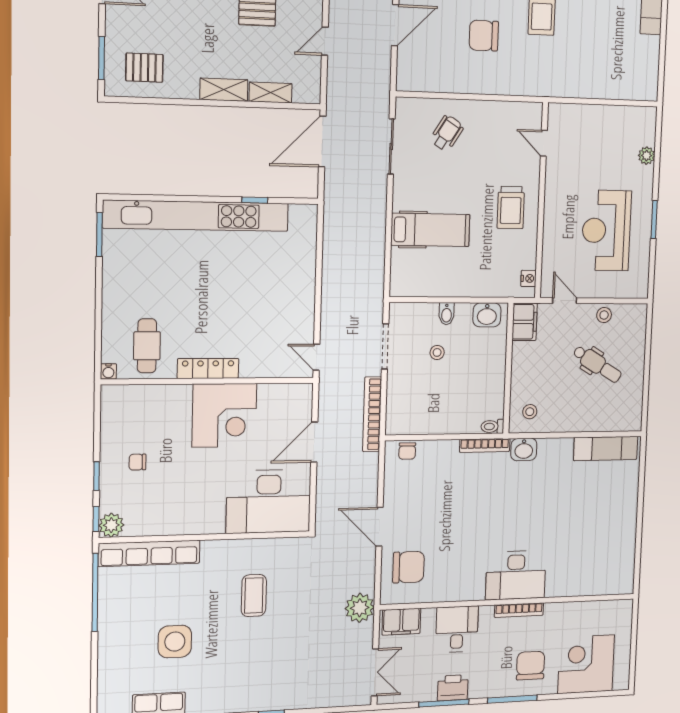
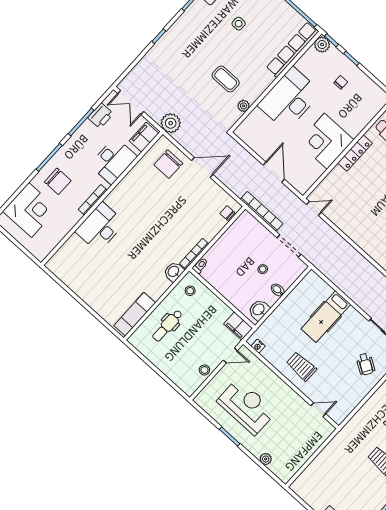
dental chair: (597, 364) -> (167, 326), moved, turned -31
desk: (269, 501) -> (289, 99), moved
plant: (267, 547) -> (244, 106), added
desk: (516, 575) -> (100, 227), moved
desk: (457, 629) -> (113, 161), width x1.37
side table: (175, 642) -> (239, 24), width x0.54, depth x0.54
printer: (453, 688) -> (101, 116), moved

